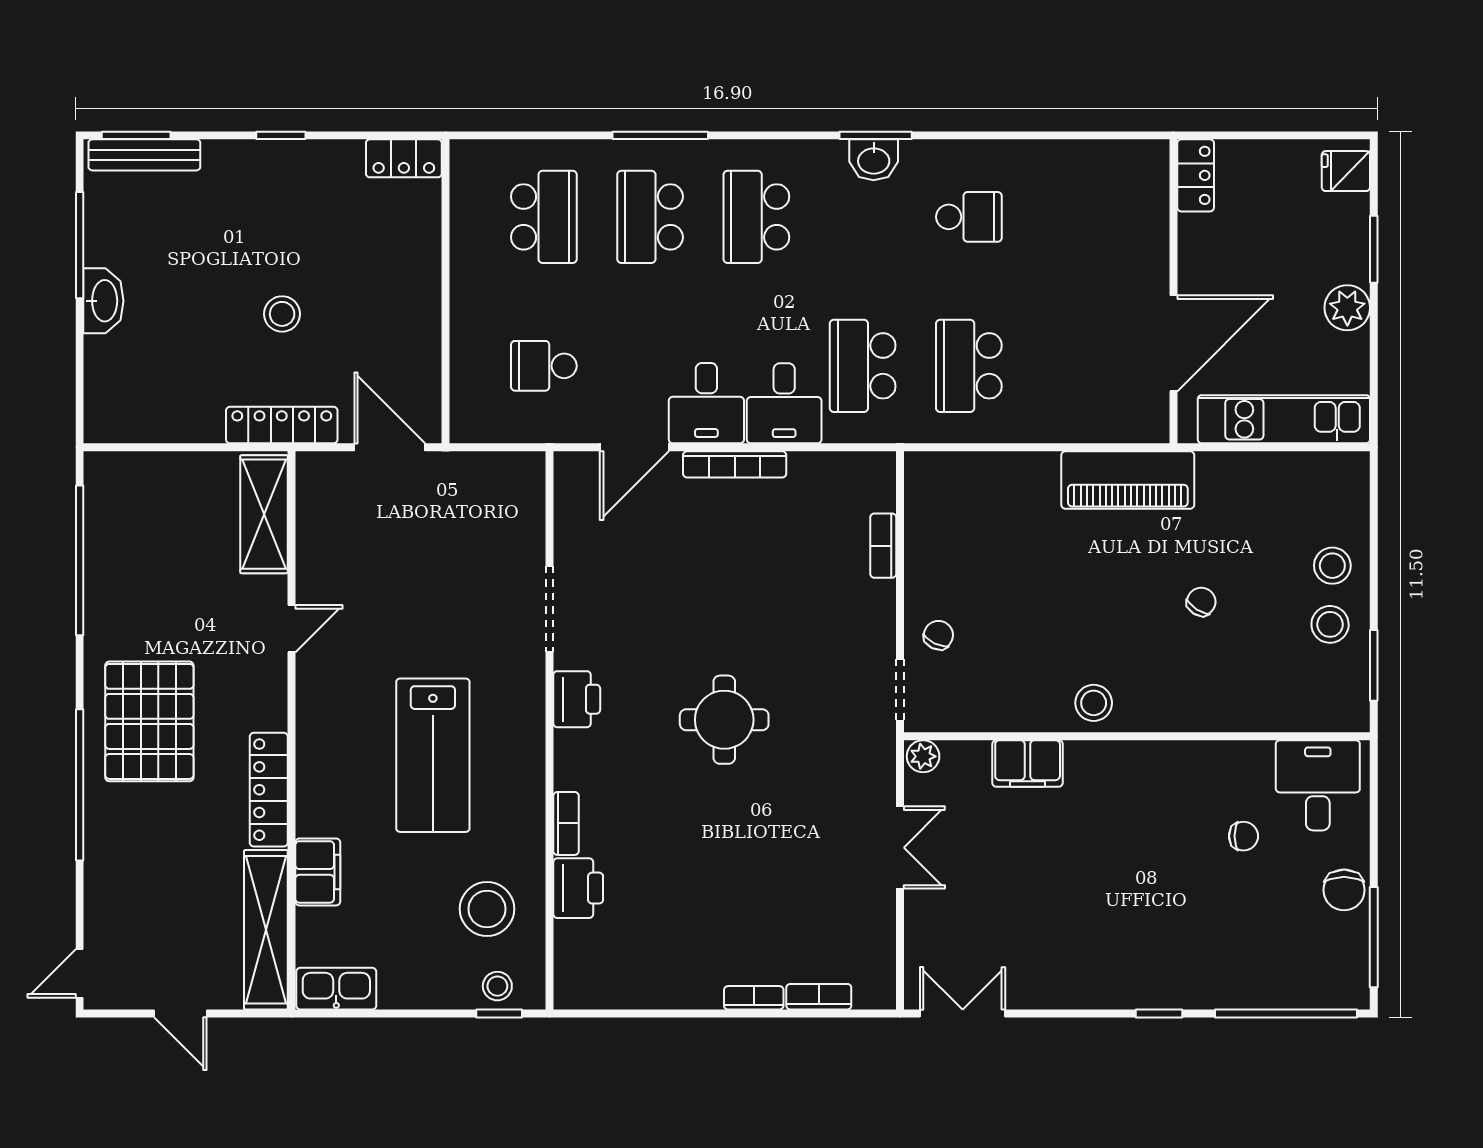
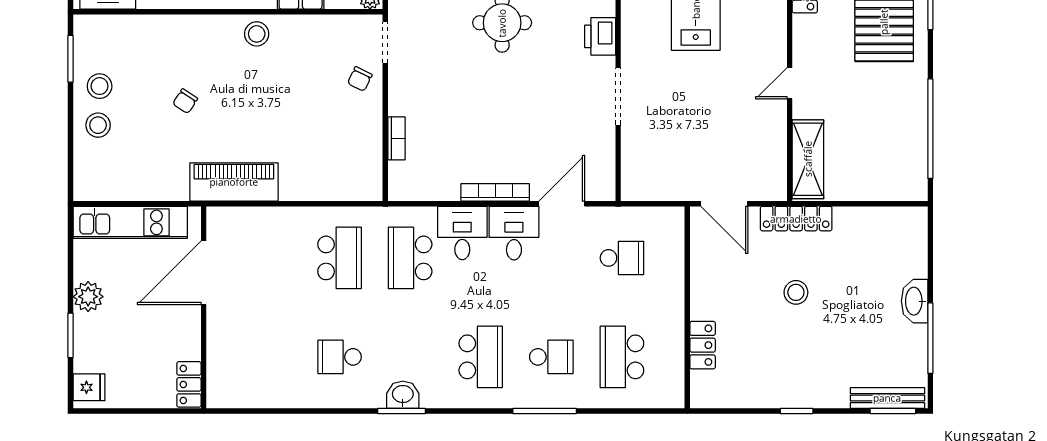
locker: (404, 158) -> (703, 345), moved, turned 90
school desk: (650, 217) -> (551, 357), width x0.54
school desk: (863, 366) -> (410, 258), turned 180

